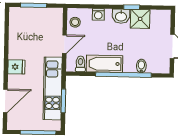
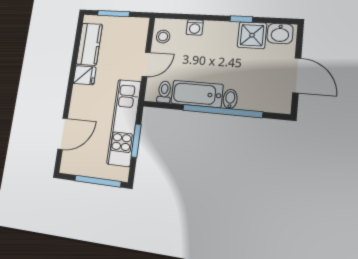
washbasin: (121, 16) -> (280, 34), moved
kitchen counter: (17, 30) -> (89, 44), added
bidet: (141, 66) -> (230, 99), moved
fridge: (16, 67) -> (85, 75), moved

